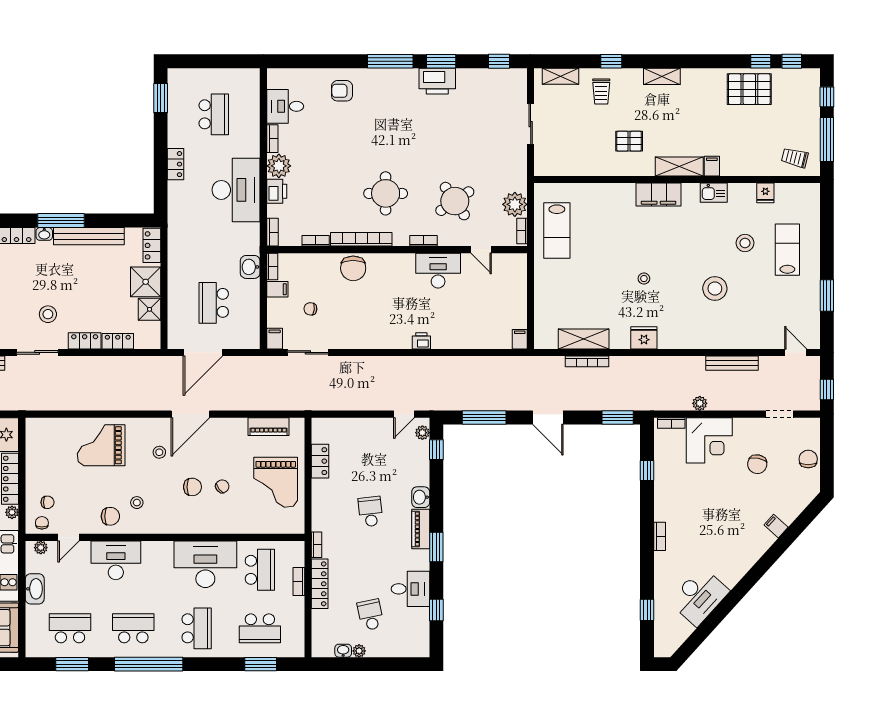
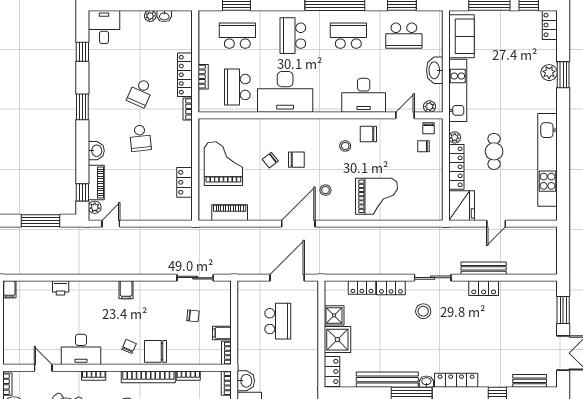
washbasin: (250, 267) -> (246, 381), moved
chair: (353, 268) -> (155, 351), turned -90
chair: (383, 274) -> (129, 346), added
filing cabinet: (275, 339) -> (126, 290), moved
printer: (421, 341) -> (61, 288), moved
chair: (192, 487) -> (296, 160), turned 180
piano: (421, 529) -> (96, 182), moved
desk: (410, 589) -> (104, 27), moved, turned 90
school desk: (370, 615) -> (140, 93), moved, turned 36
school desk: (133, 628) -> (348, 36), turned 180

